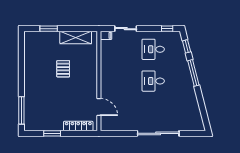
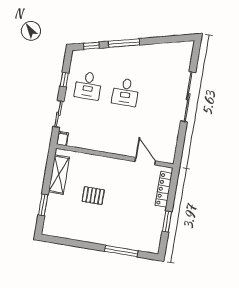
window: (167, 29) -> (64, 80), moved
door: (99, 107) -> (145, 161), hinge flipped
window: (21, 110) -> (121, 251), moved

